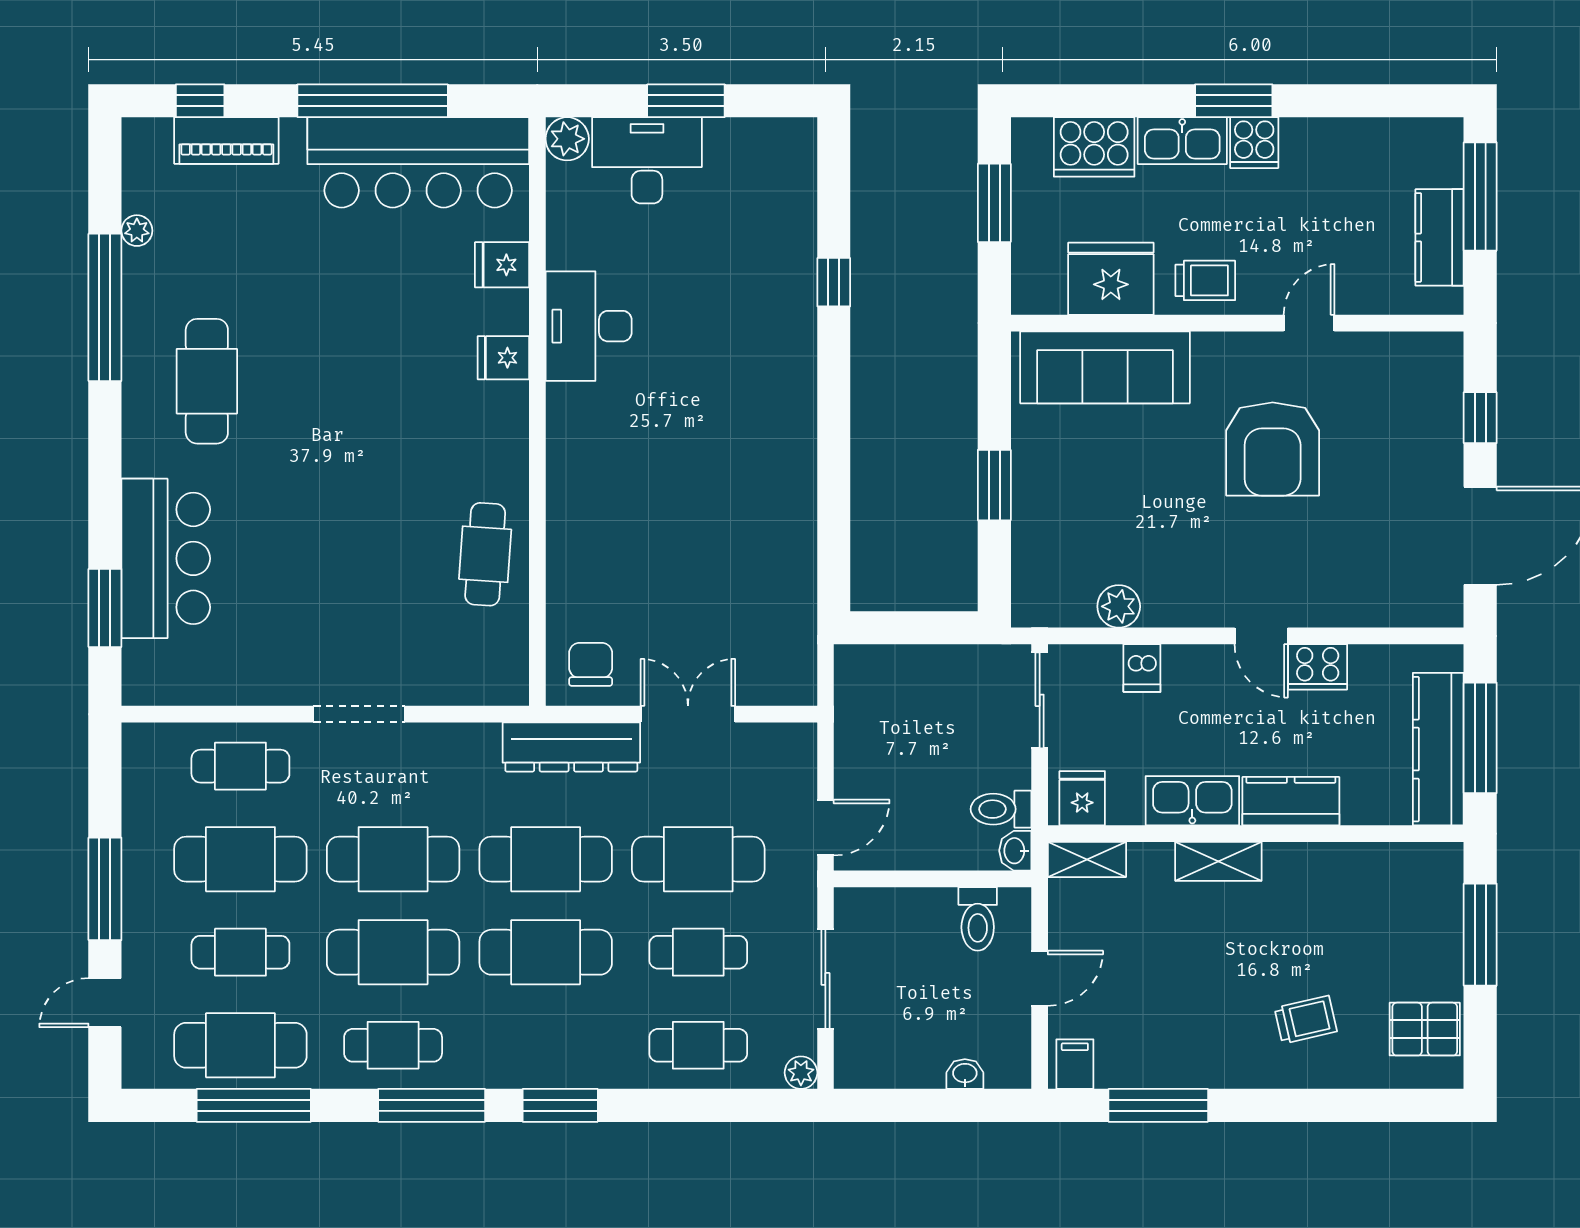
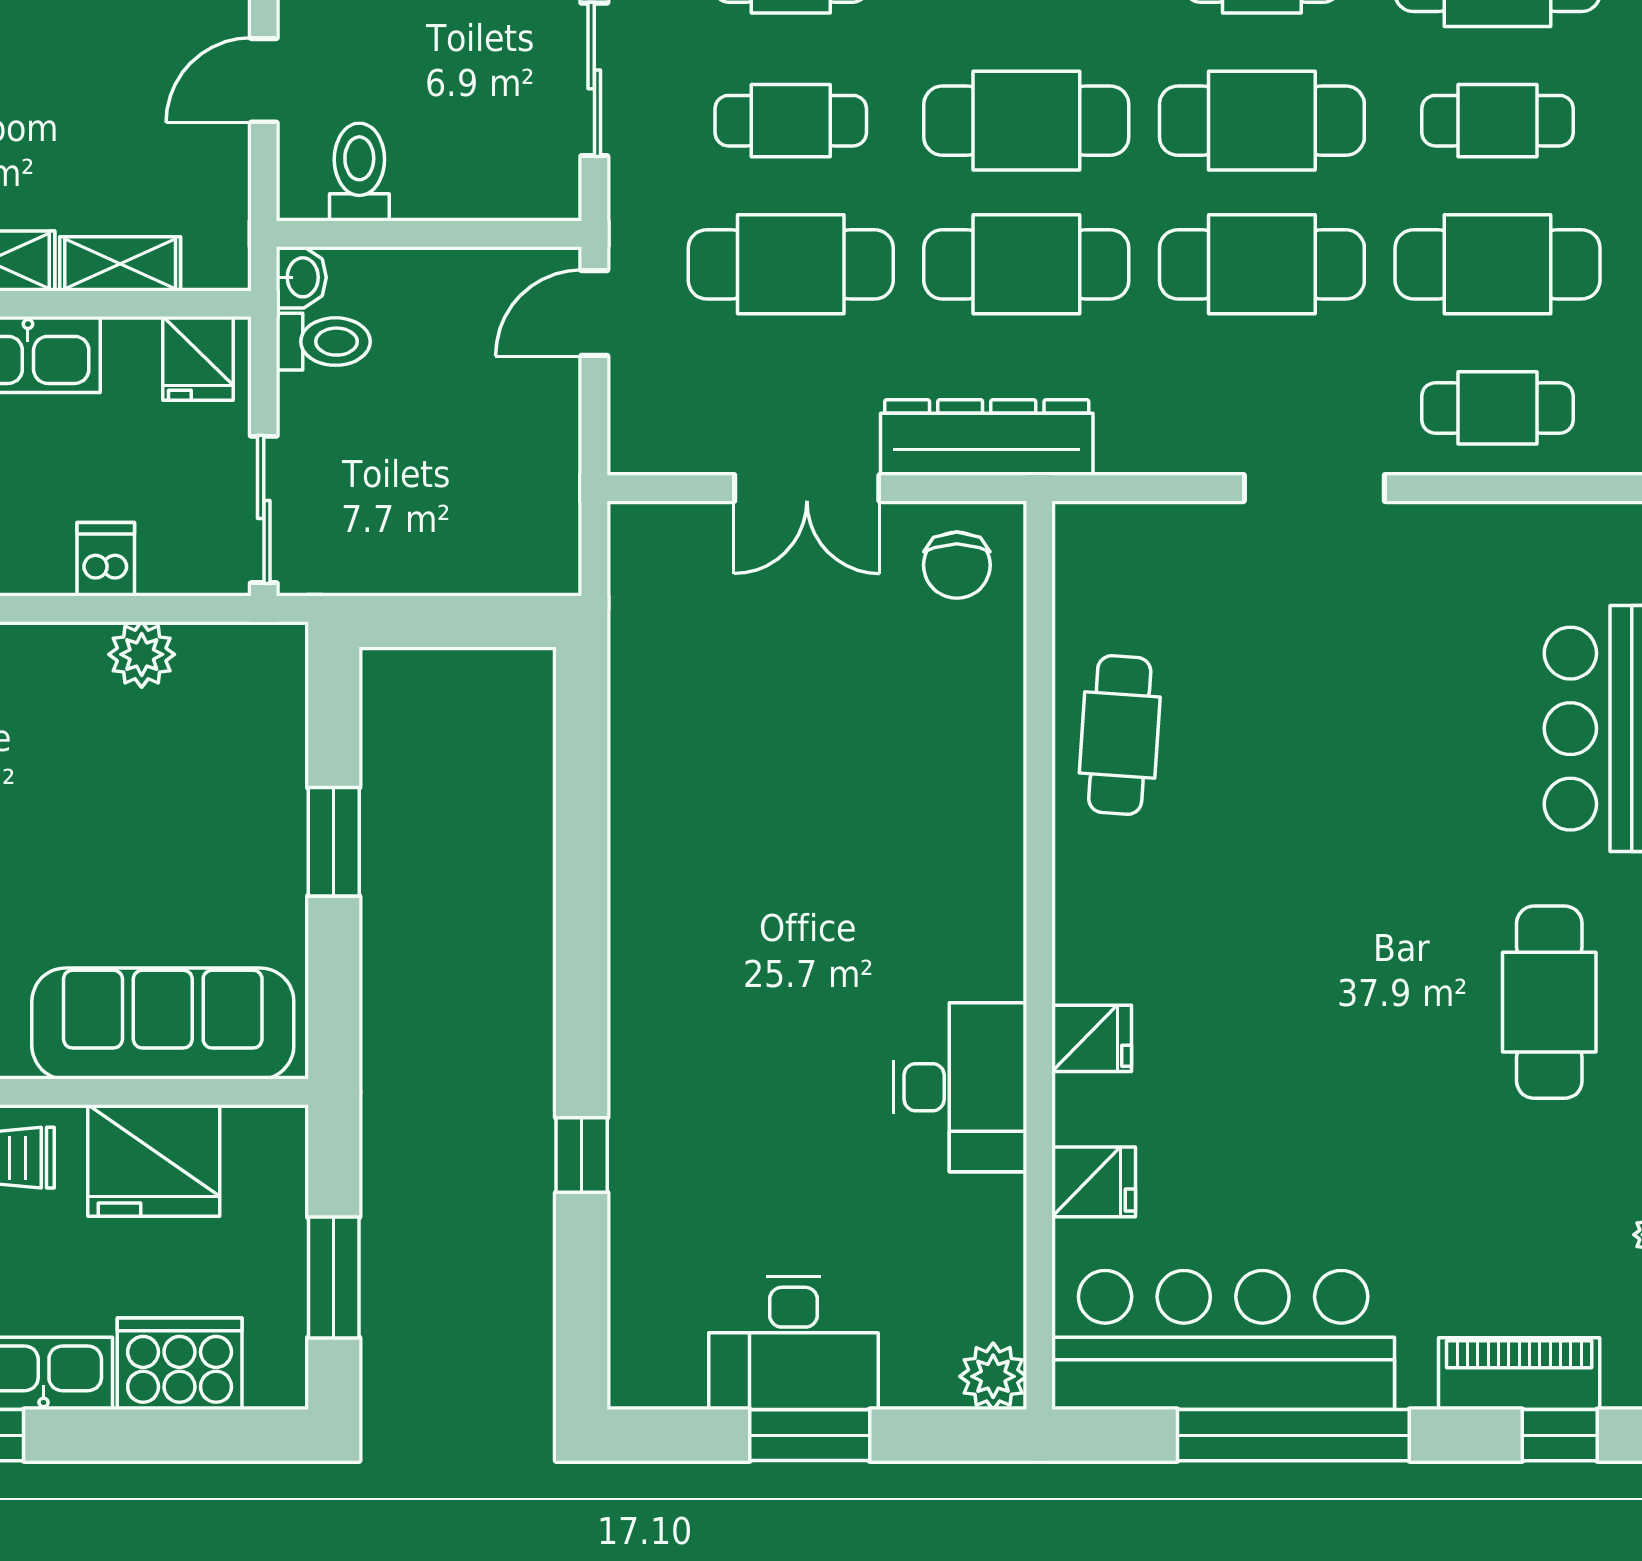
desk: (647, 160) -> (793, 1343), moved
shelving: (1087, 859) -> (120, 264), moved

